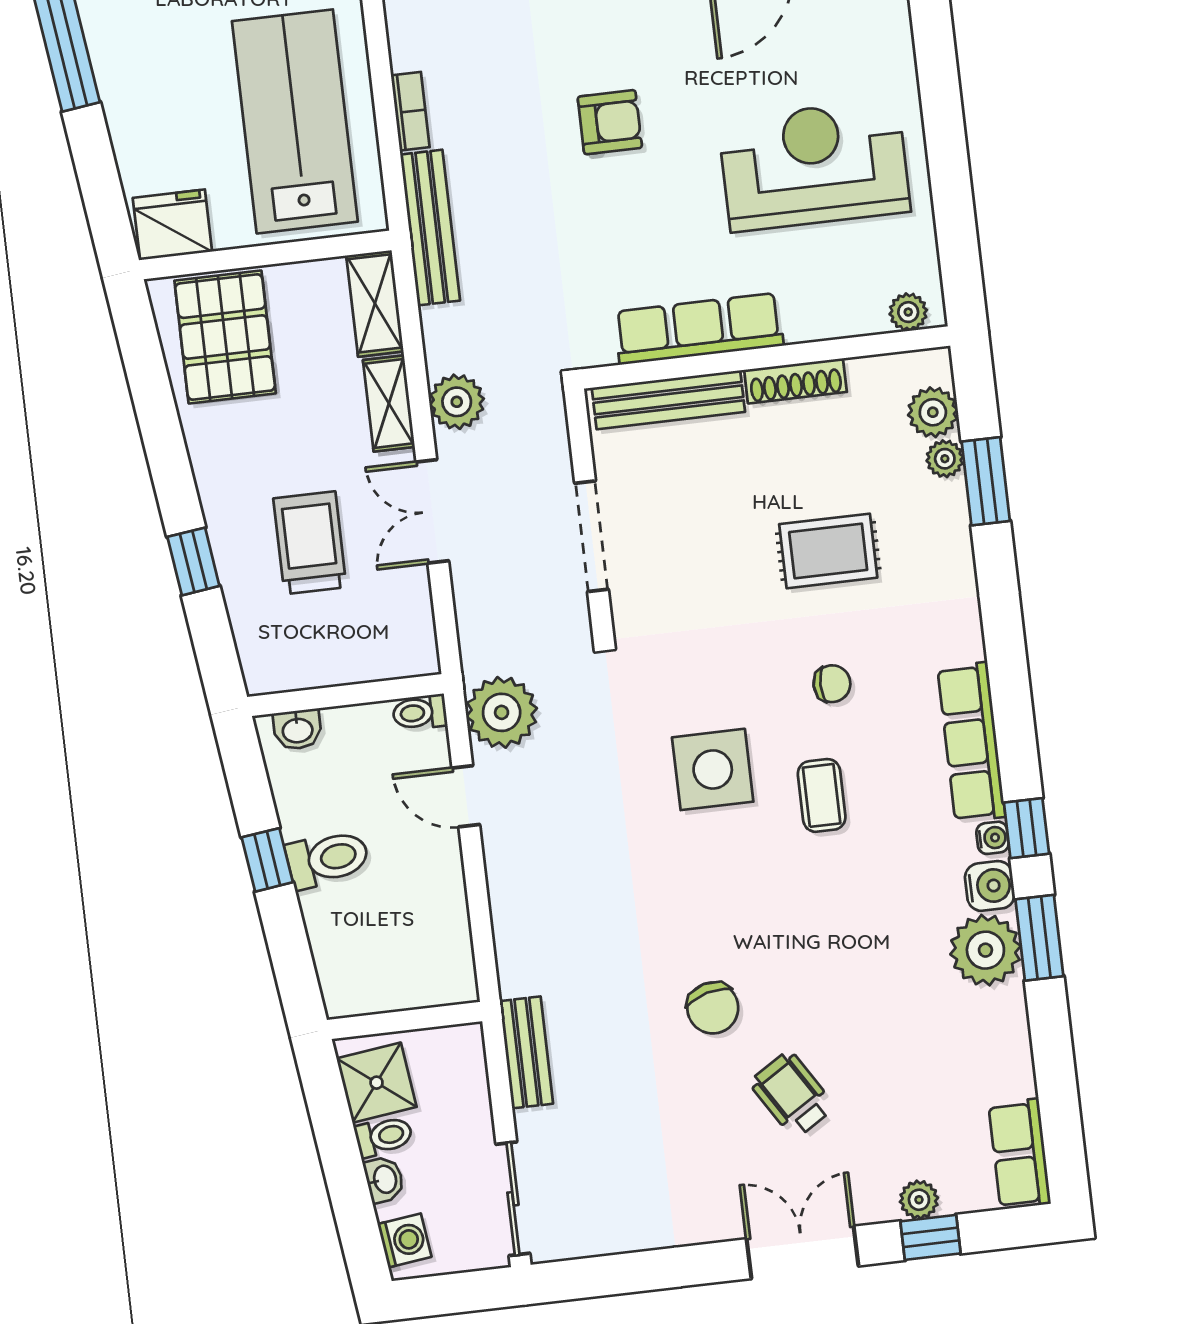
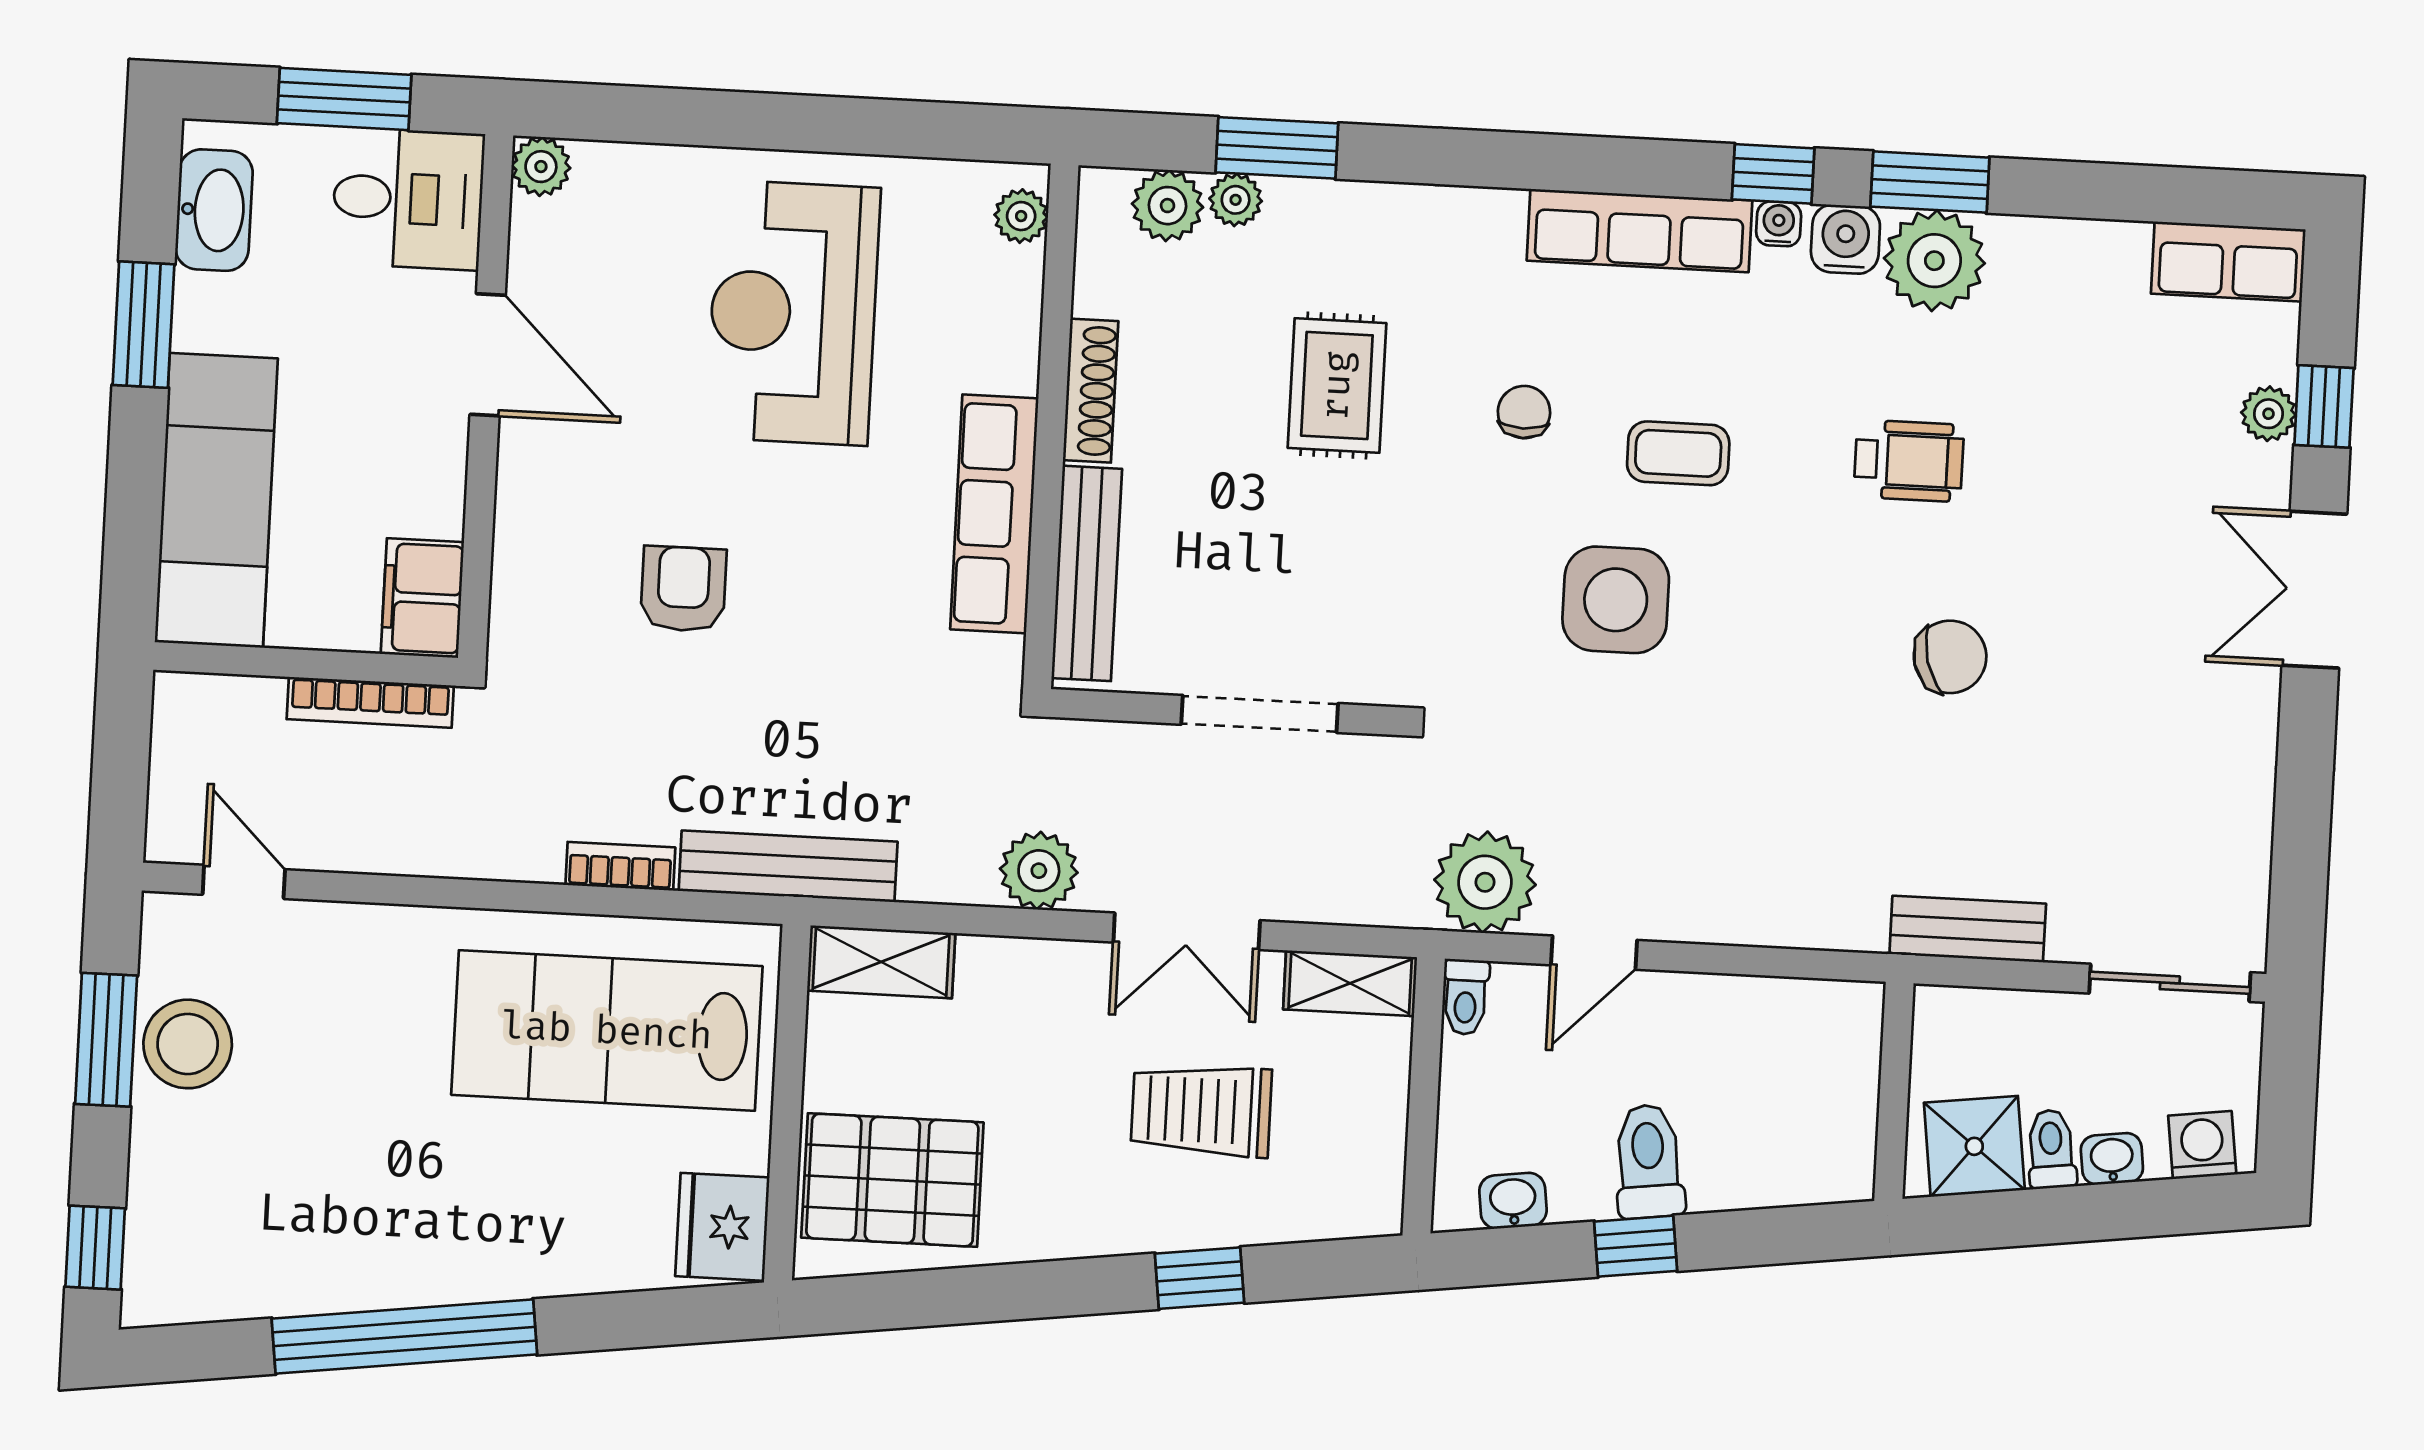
shelving: (389, 403) -> (1350, 983), moved
washbasin: (297, 730) -> (1513, 1201), moved, turned -97
wheelchair: (792, 1095) -> (1909, 461), moved, turned -148

